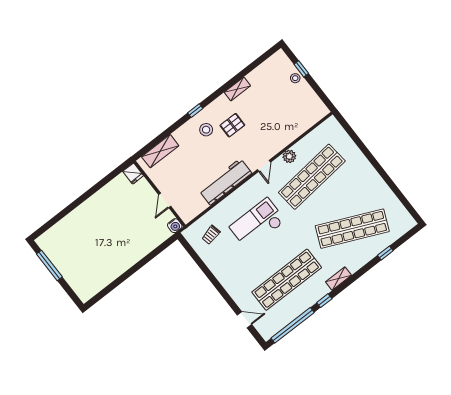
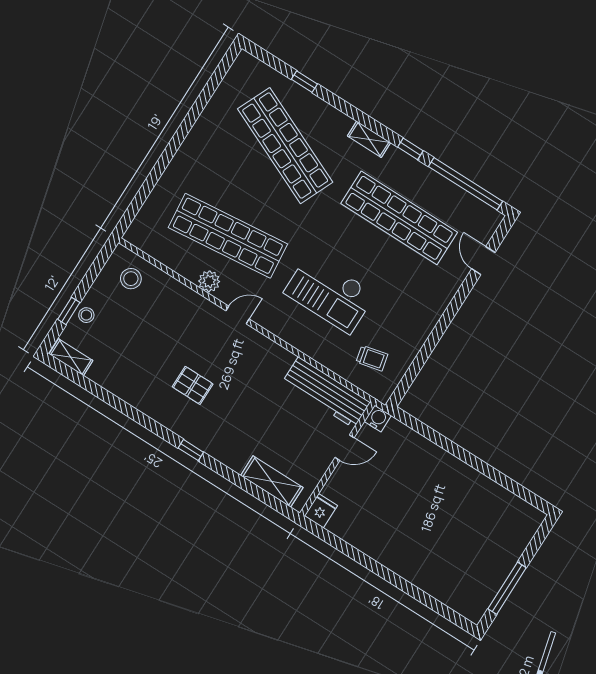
shelving: (237, 89) -> (71, 357), moved
stool: (206, 130) -> (131, 279), moved
workbench: (225, 182) -> (326, 393), moved

